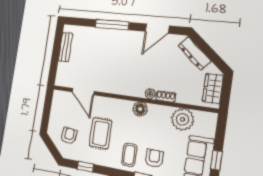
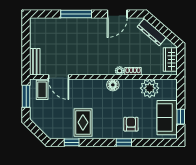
bench: (66, 47) -> (35, 62), moved
window: (47, 108) -> (26, 96), added
rug: (101, 133) -> (83, 122), moved
armchair: (69, 136) -> (52, 118), removed
coffee table: (129, 155) -> (42, 90), moved

